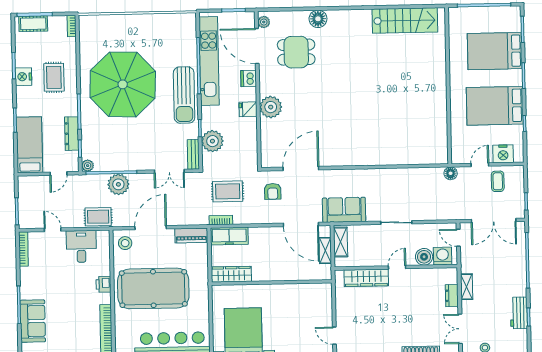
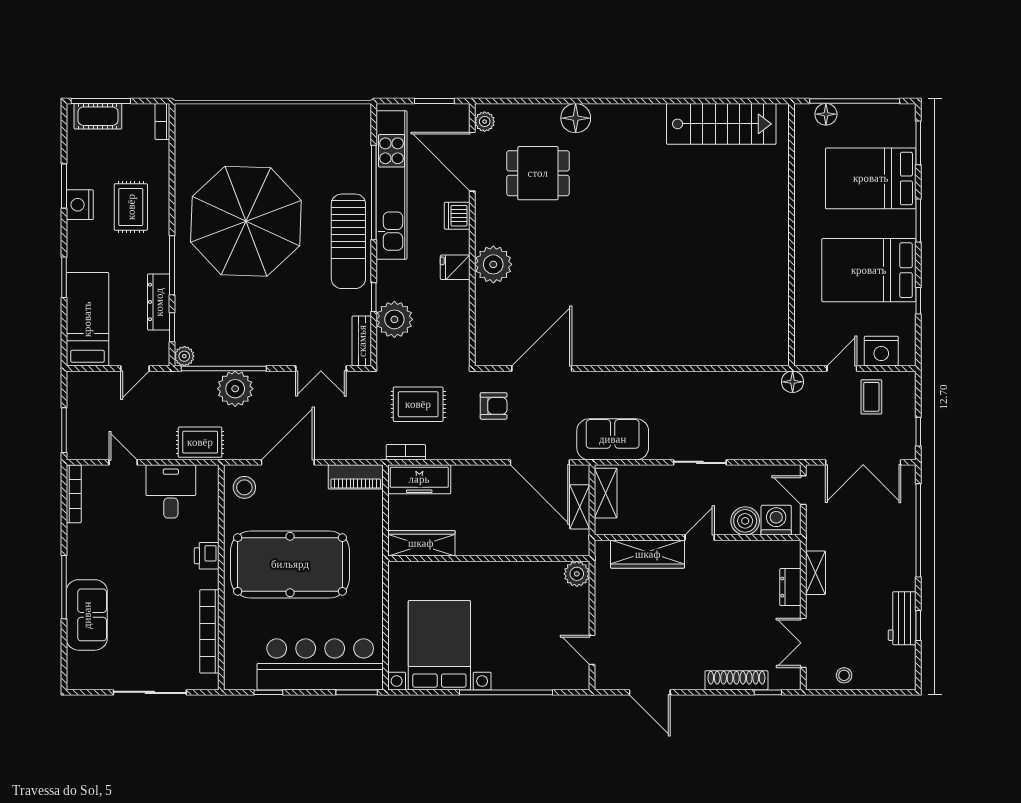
floor lamp: (467, 13) -> (826, 114), added
armchair: (273, 191) -> (494, 406), turned -90
plant: (324, 290) -> (577, 574), added

